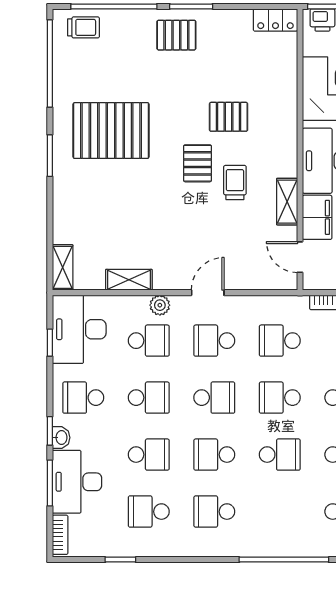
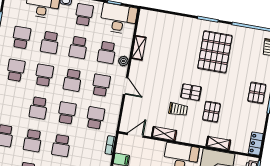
filing cabinet: (317, 217) -> (154, 147), removed
shelving: (63, 267) -> (218, 143), moved

